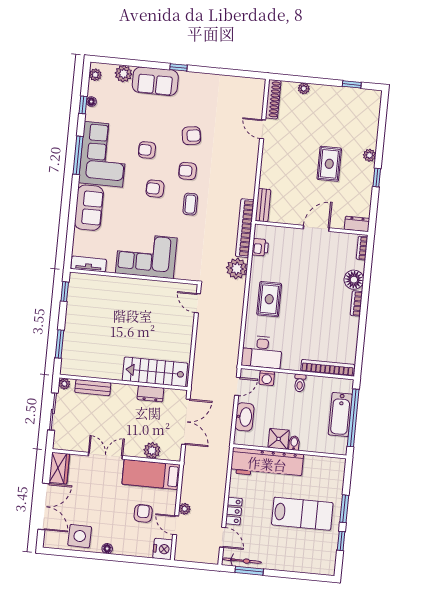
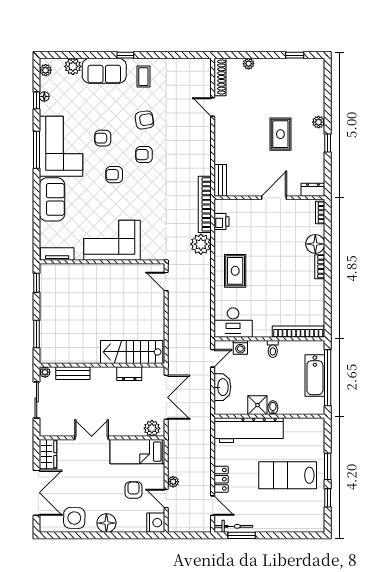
coffee table: (190, 204) -> (143, 77), moved
plant: (152, 450) -> (152, 428), moved
lab bench: (302, 514) -> (288, 475), turned 180
floor lamp: (107, 549) -> (106, 523), width x1.89, depth x1.89

